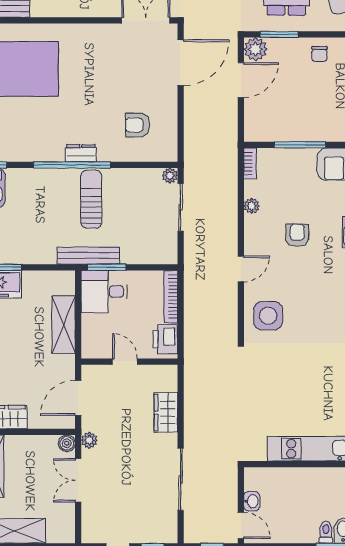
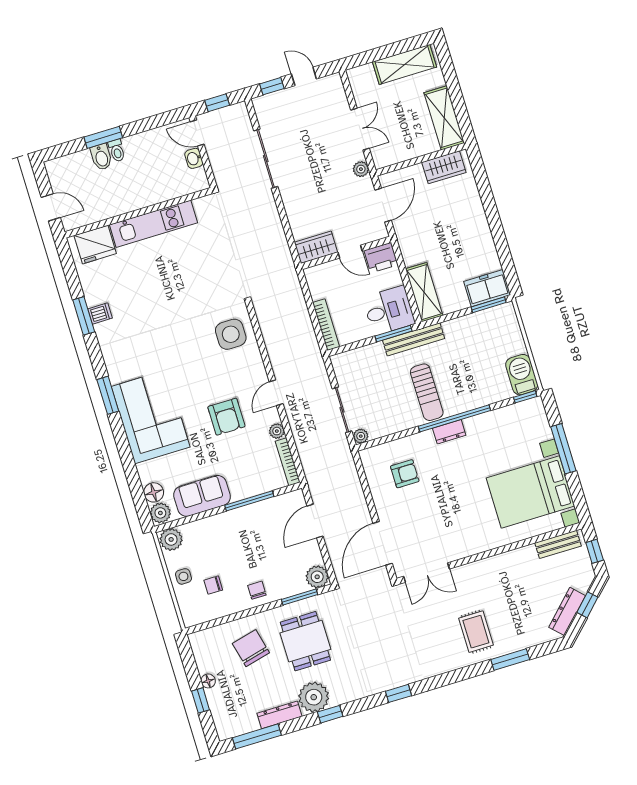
door: (241, 80) -> (315, 521), moved
bookcase: (250, 163) -> (288, 462), width x1.56
armchair: (297, 235) -> (226, 417), width x1.38, depth x1.38
door: (241, 269) -> (276, 393), moved
shelving: (64, 325) -> (424, 292), moved
printer: (165, 339) -> (381, 258), moved, turned 90
wardrobe: (166, 413) -> (316, 247), moved, turned -90
boiler: (67, 443) -> (381, 160), removed

